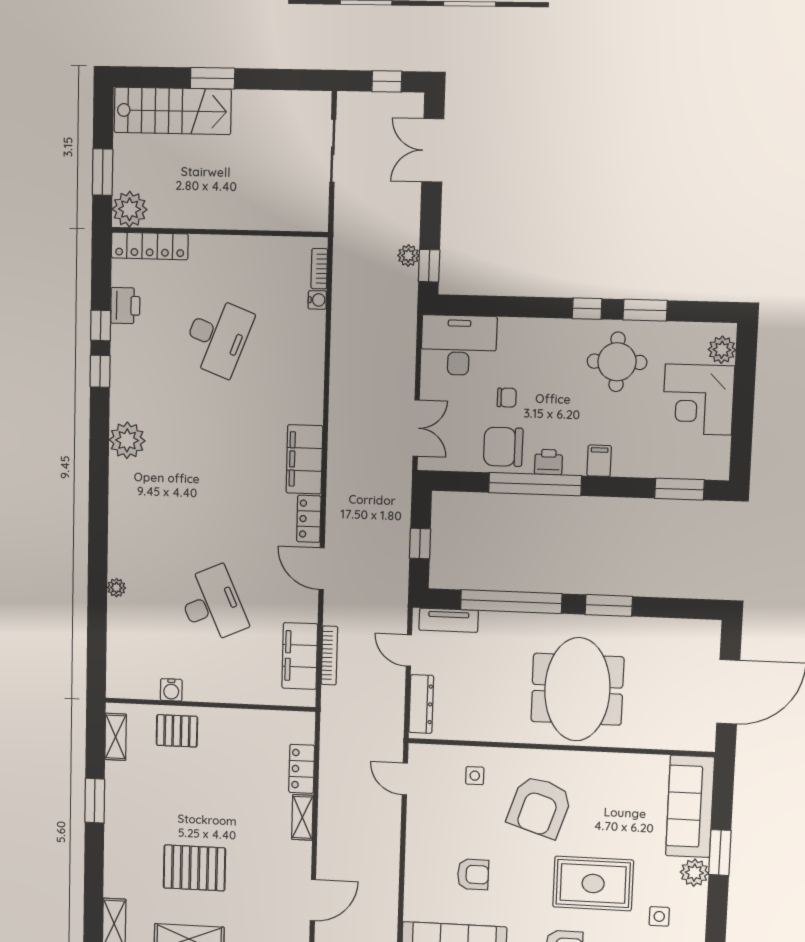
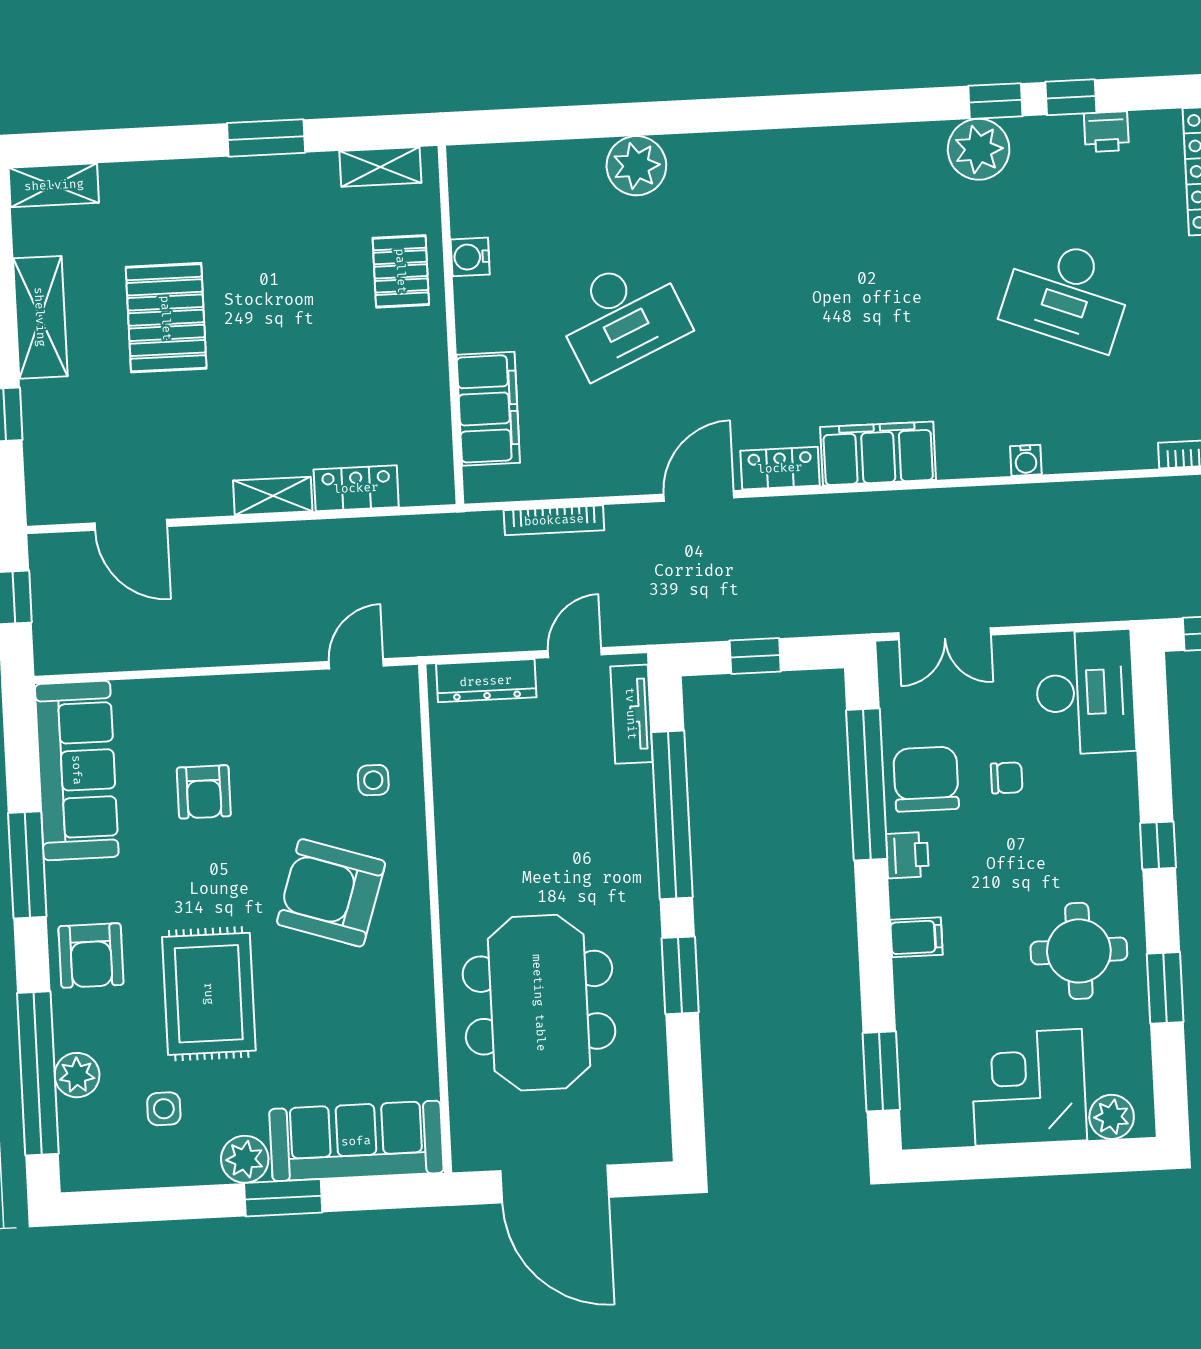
water cooler: (317, 300) -> (1026, 460), moved
printer: (125, 306) -> (1106, 132), width x0.73, depth x0.81
window: (587, 309) -> (1158, 845), moved
chair: (507, 398) -> (1007, 778), turned -90
plant: (127, 440) -> (979, 149), moved
window: (535, 484) -> (867, 784), moved
plant: (116, 588) -> (636, 166), width x1.87, depth x1.87
filing cabinet: (300, 656) -> (488, 409), moved, turned 90
meeting table: (577, 689) -> (539, 1003), moved, turned 90

